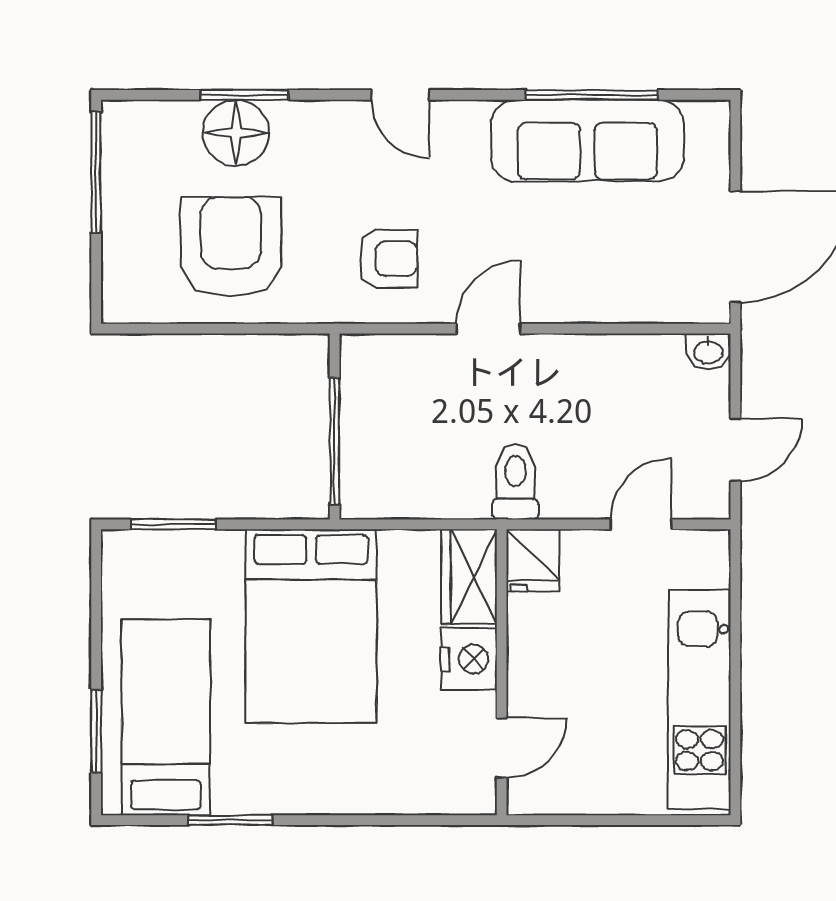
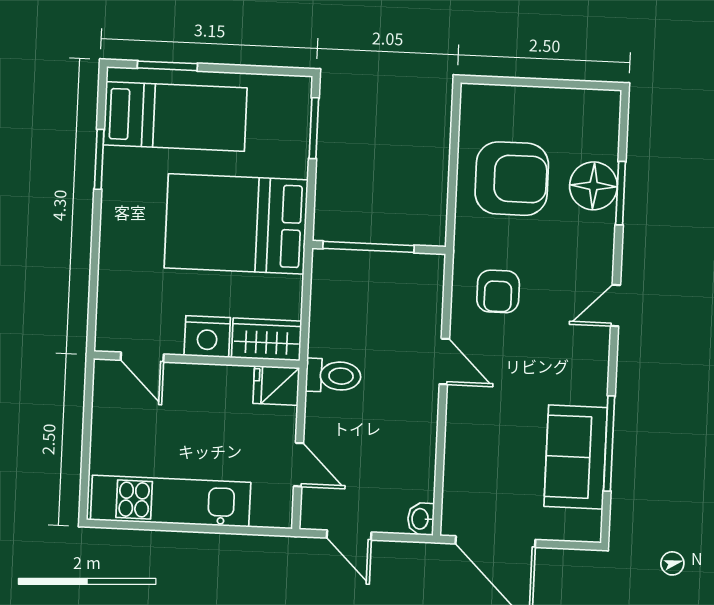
sofa: (587, 141) -> (576, 457), width x0.73
window: (96, 172) -> (570, 84), removed

